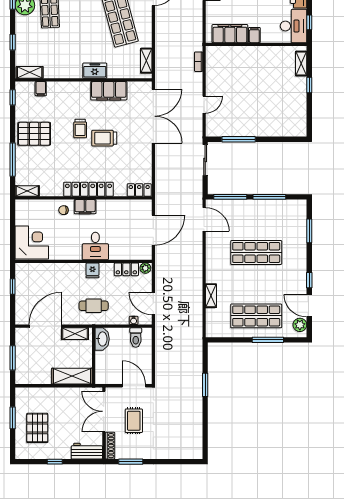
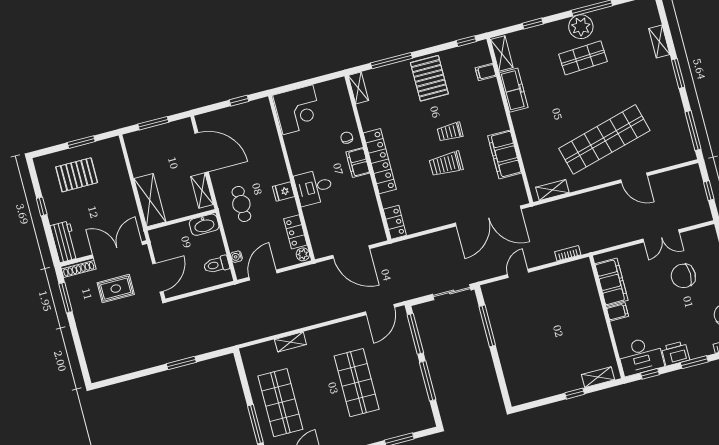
freezer: (95, 71) -> (514, 90), moved, width x1.40
door: (204, 105) -> (518, 273), swing flipped
trolley: (104, 138) -> (446, 164), turned -90

